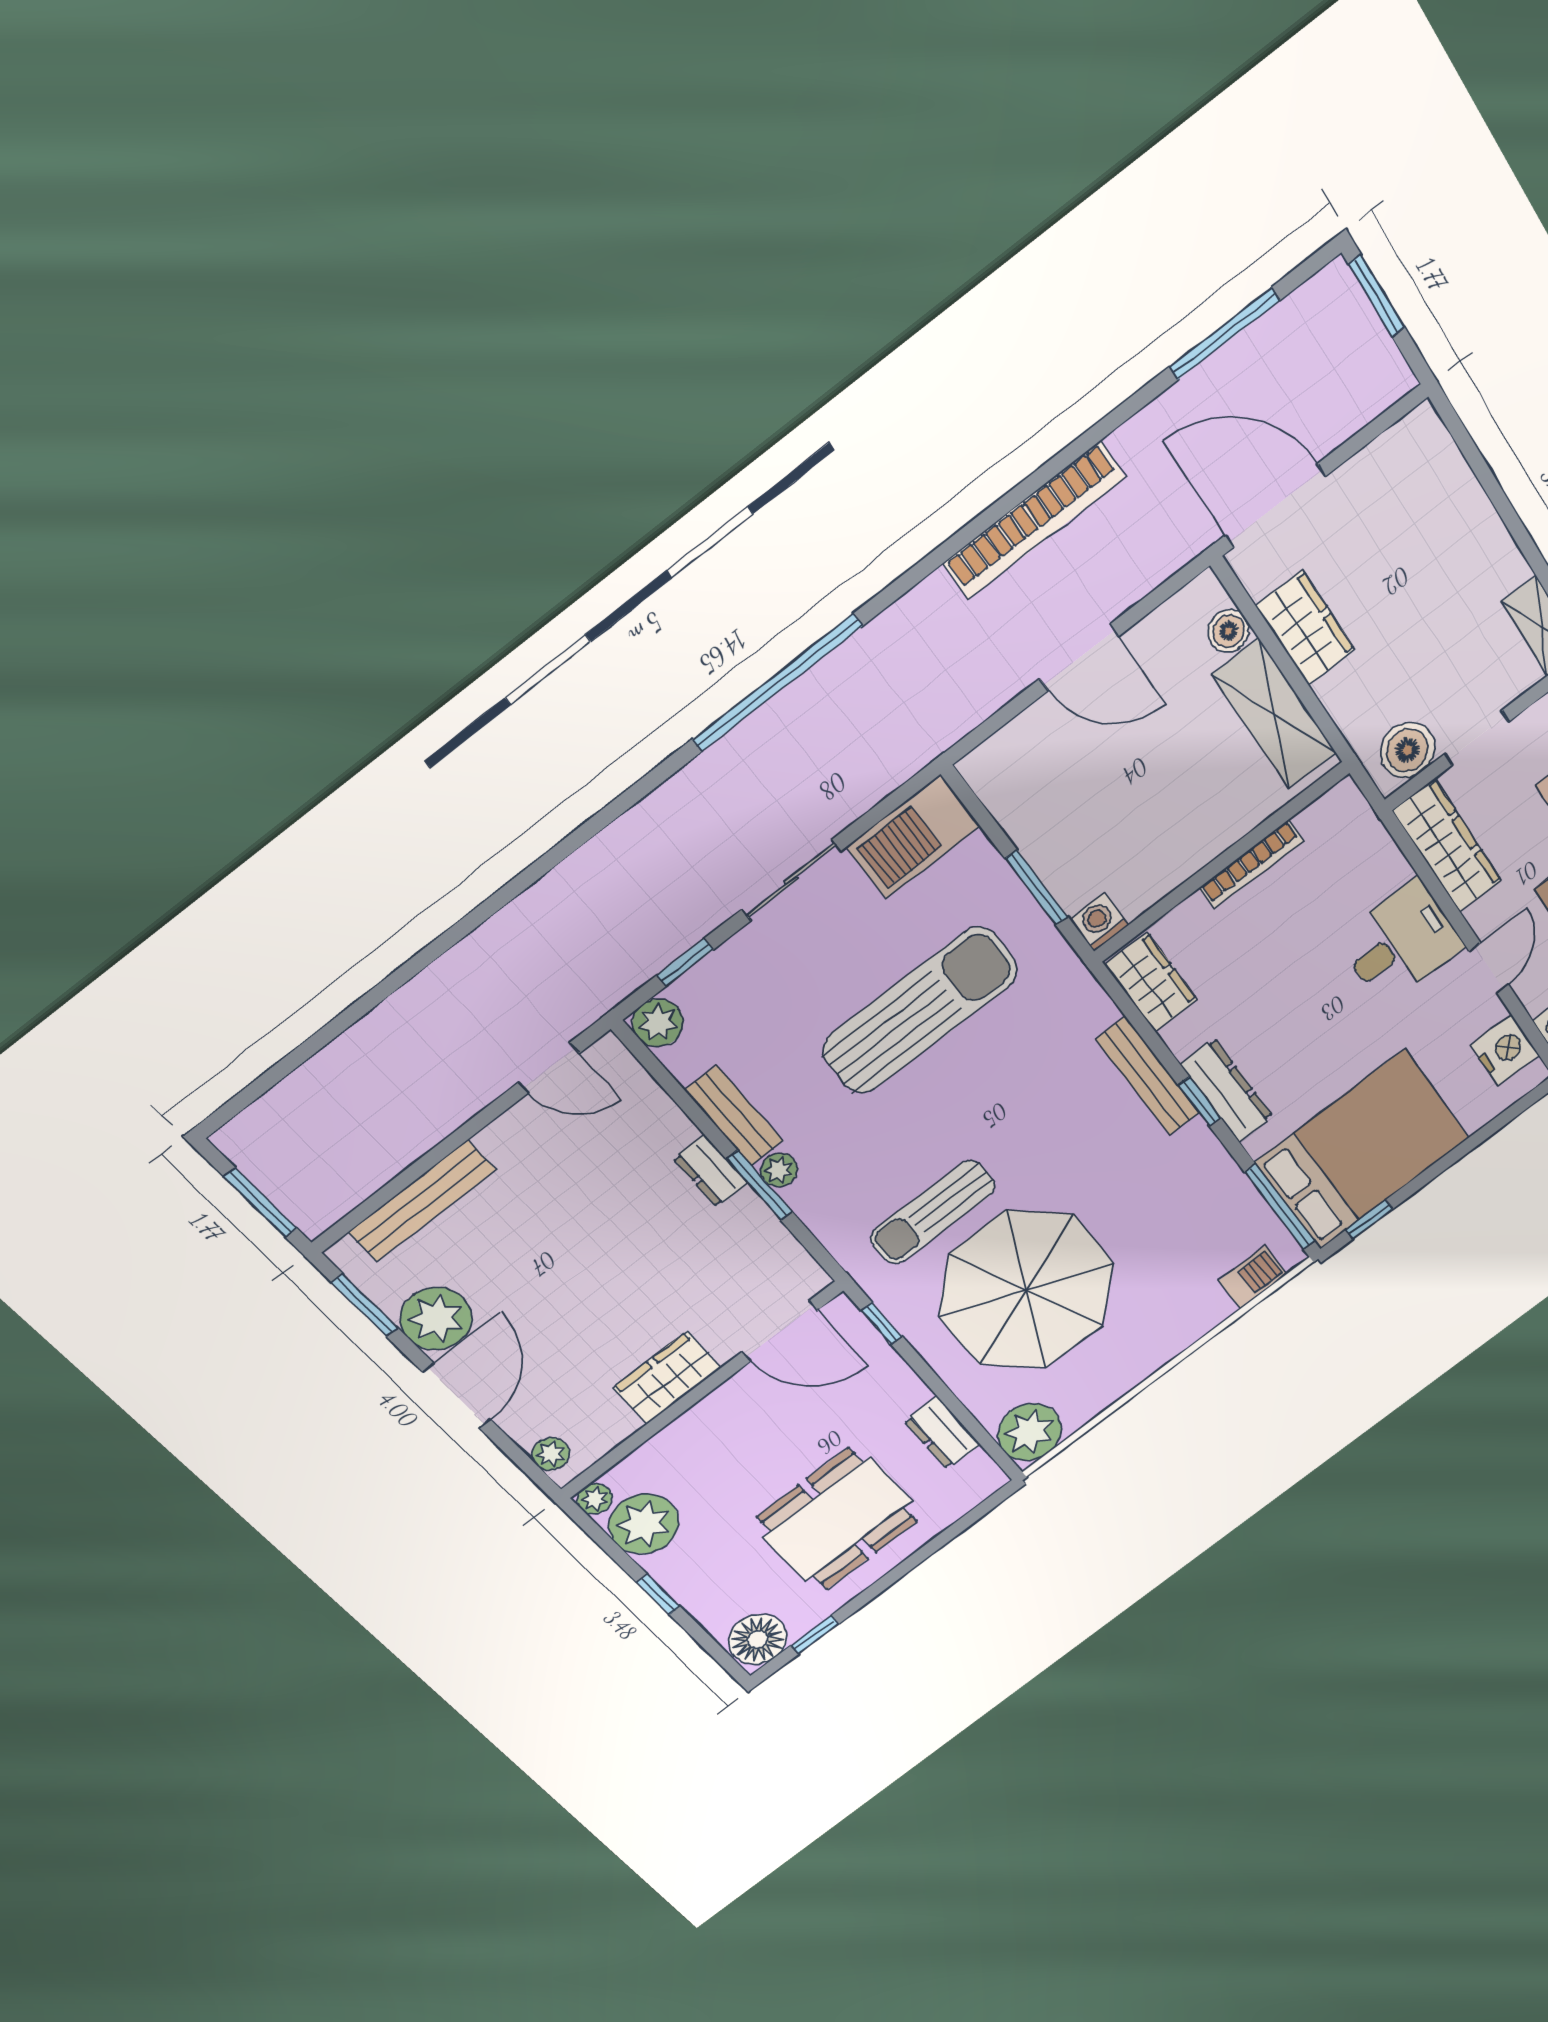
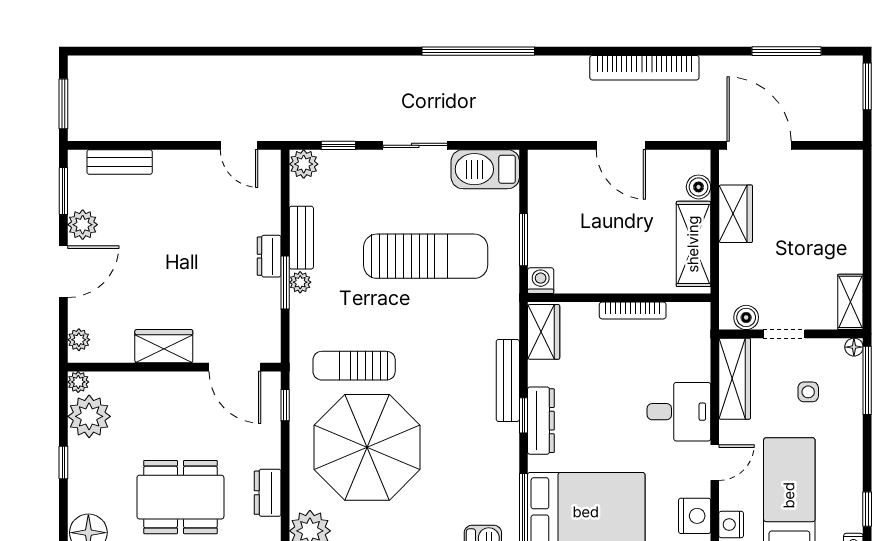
boiler: (1408, 750) -> (746, 317), width x0.73, depth x0.73
bench: (422, 1201) -> (120, 162), width x0.73
plant: (436, 1319) -> (83, 225), width x0.73, depth x0.73

